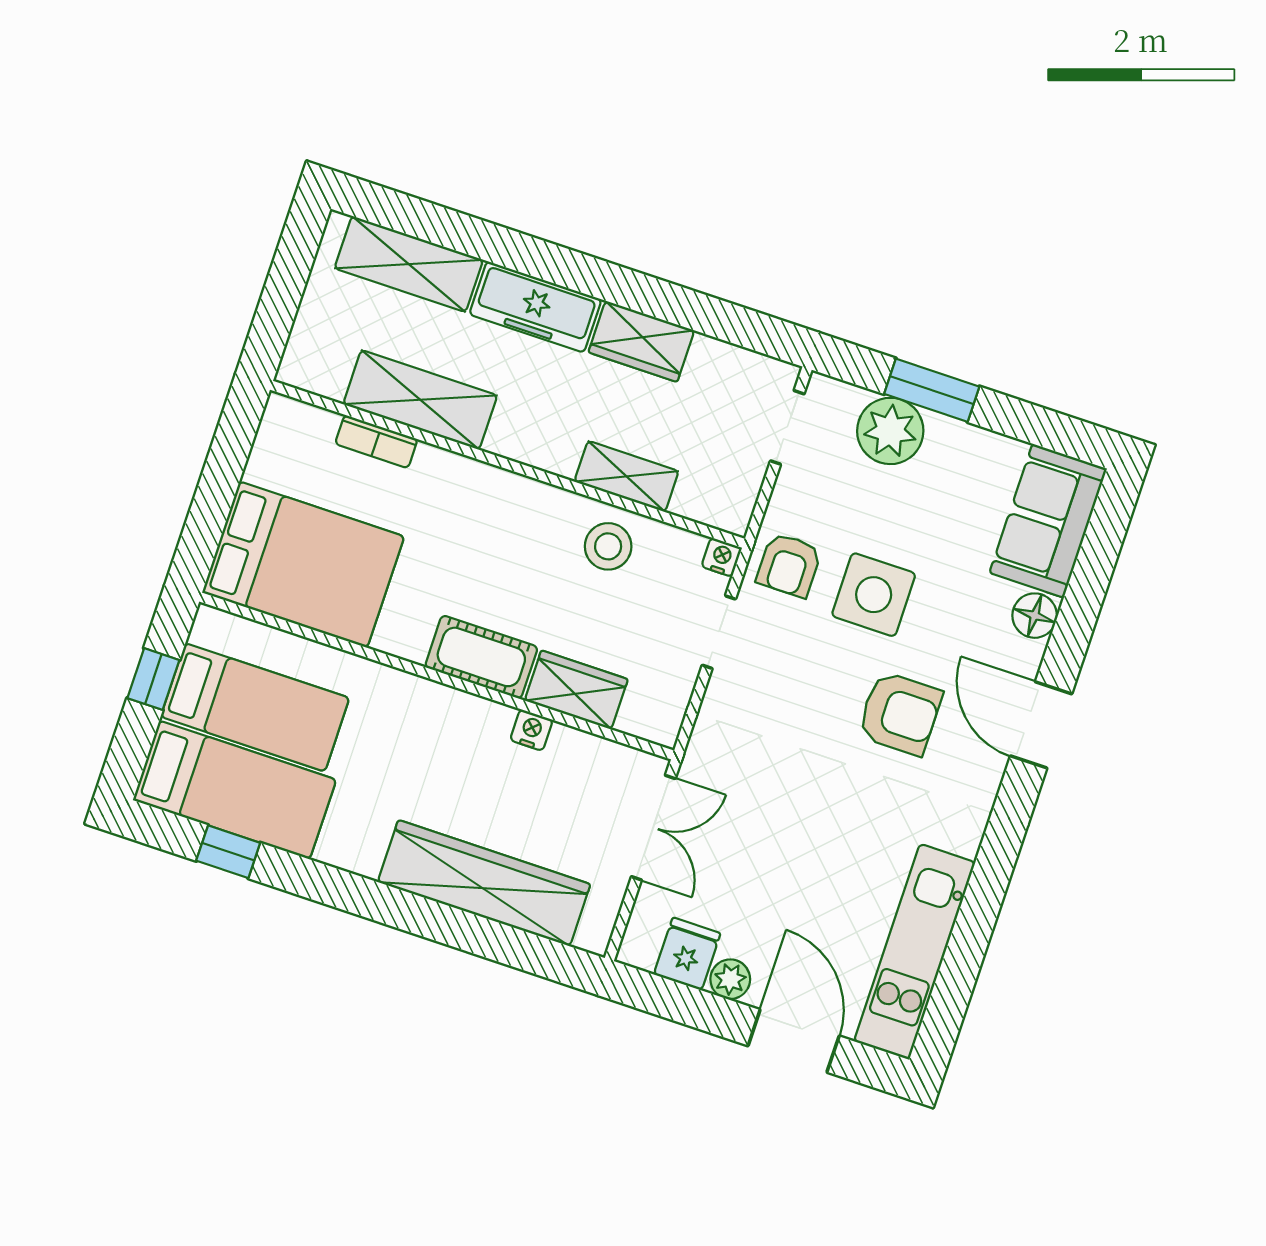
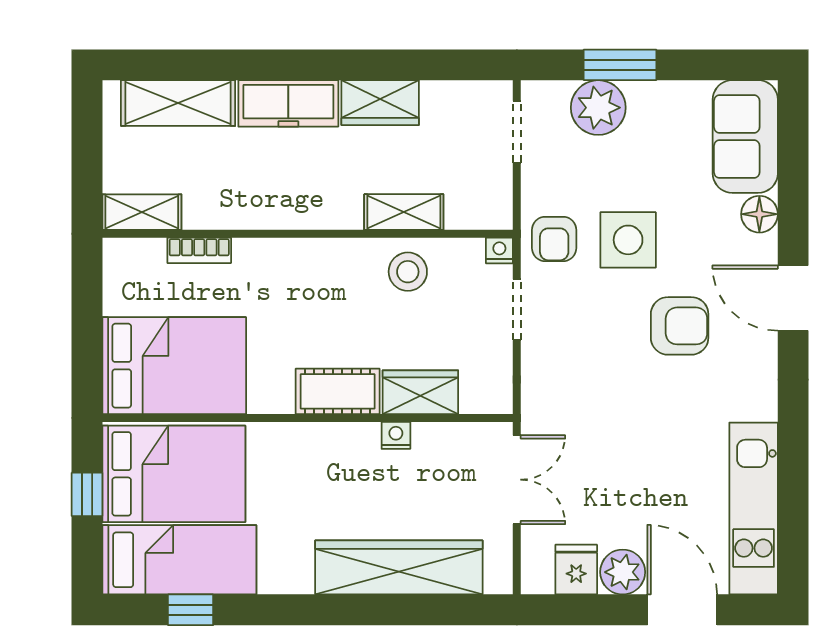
shelving: (420, 400) -> (142, 212), moved, width x0.67, depth x0.75
bed: (255, 707) -> (174, 474), width x1.50
plant: (730, 979) -> (623, 572), width x1.38, depth x1.38

